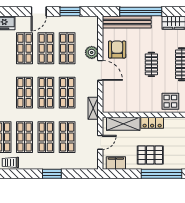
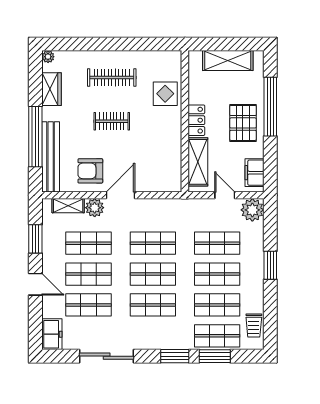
shelving: (93, 108) -> (68, 206), moved
plant: (90, 161) -> (252, 210), added

